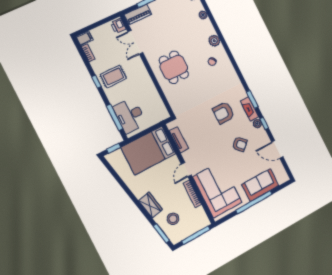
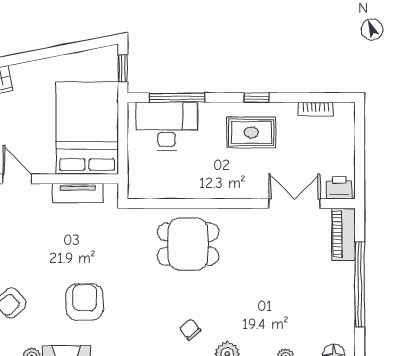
filing cabinet: (85, 38) -> (345, 116), removed
dining table: (174, 67) -> (188, 244), moved
rug: (113, 76) -> (251, 132), turned 90

